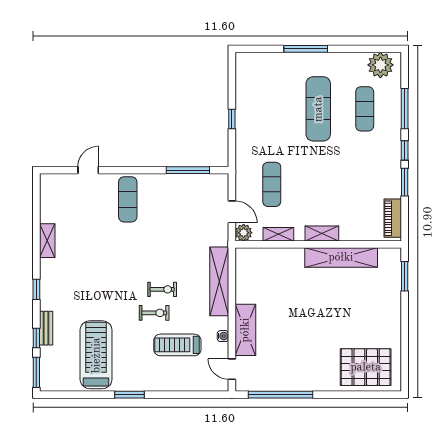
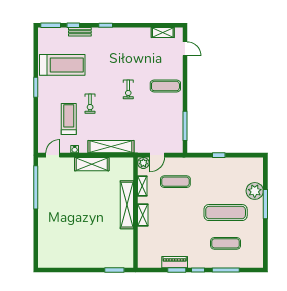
plant: (380, 65) -> (255, 191), moved
door: (88, 170) -> (185, 49), moved
piano: (393, 218) -> (175, 262), moved
shelving: (47, 241) -> (163, 33), moved
shelving: (341, 257) -> (127, 205), moved
exercise bike: (162, 289) -> (128, 89), moved
shelving: (245, 330) -> (92, 164), moved
pallet: (366, 367) -> (54, 244), removed

